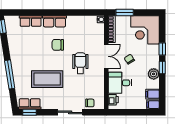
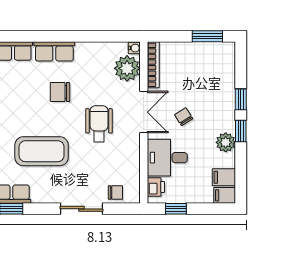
window: (125, 13) -> (207, 36), moved
corner desk: (145, 30) -> (211, 66), removed
plant: (97, 31) -> (127, 68), added
window: (125, 112) -> (176, 209), added

